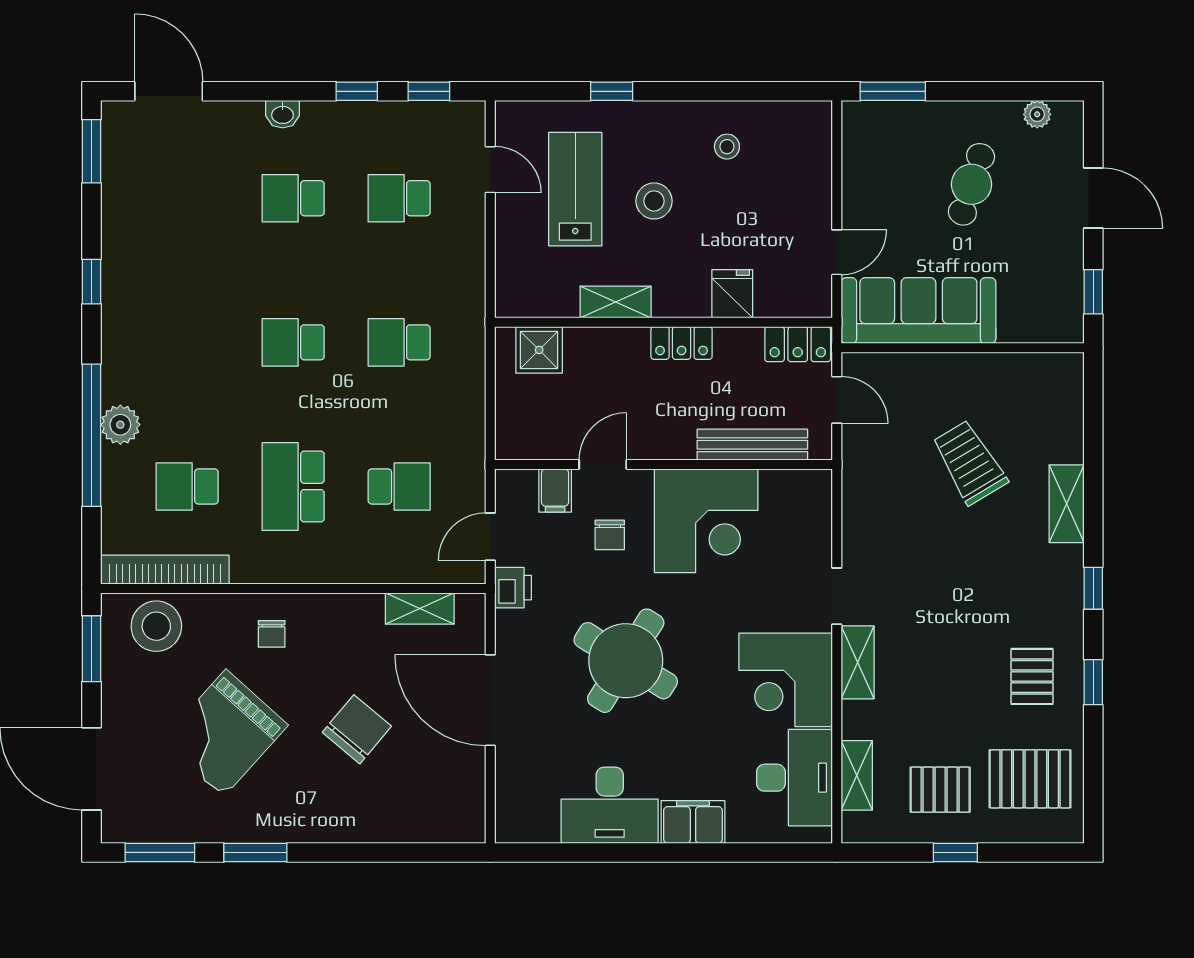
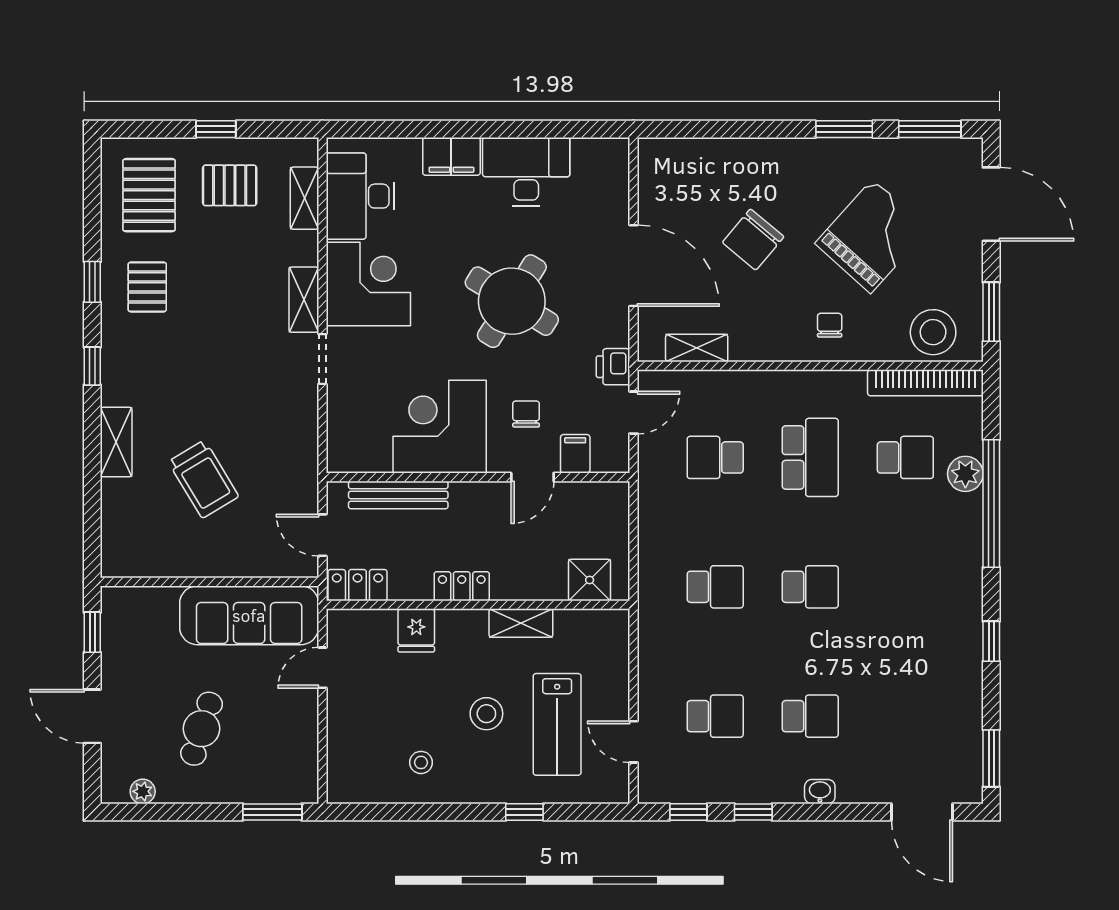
plant: (120, 425) -> (965, 474), moved
pallet: (1030, 779) -> (149, 195), turned 90

